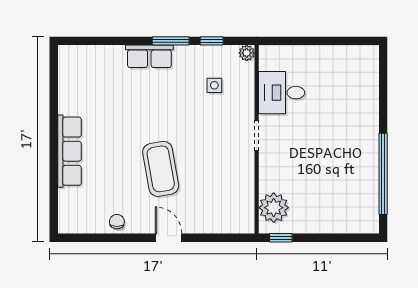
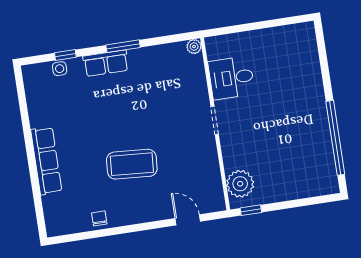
window: (212, 41) -> (65, 55), moved
side table: (214, 85) -> (60, 69), moved
coffee table: (161, 169) -> (132, 164), turned -76
door: (169, 238) -> (188, 220), moved

